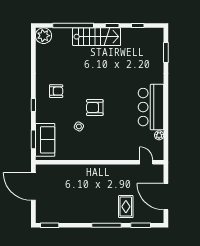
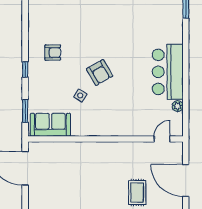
armchair: (95, 108) -> (100, 72), turned -120
sofa: (45, 140) -> (50, 125), moved, turned -90
door: (146, 162) -> (162, 139), hinge flipped

